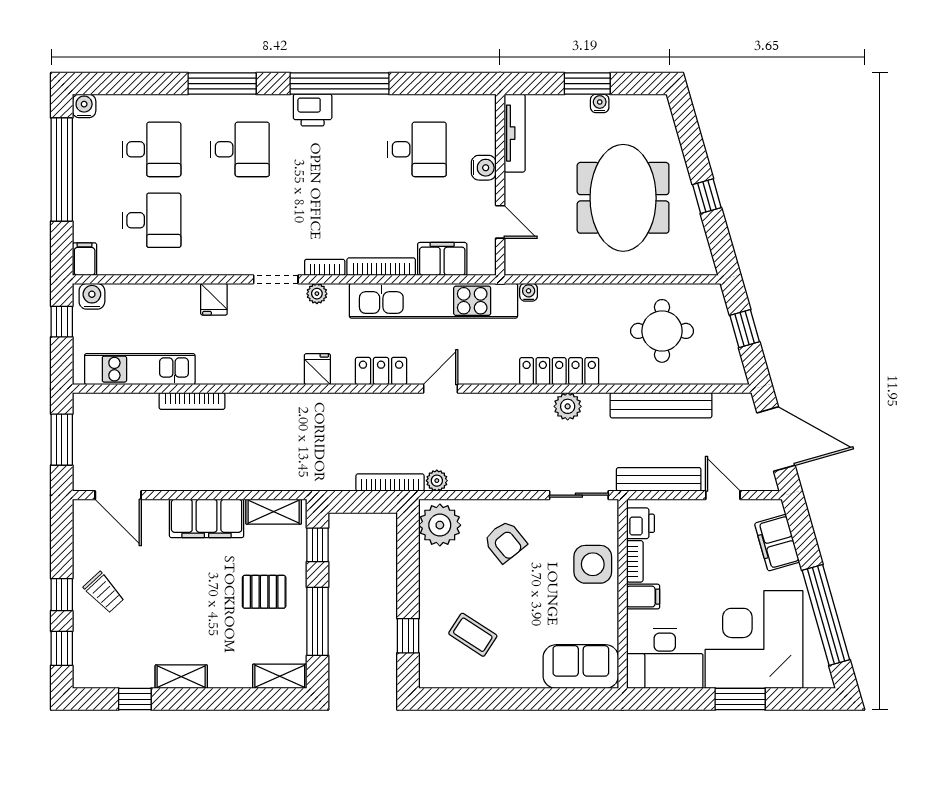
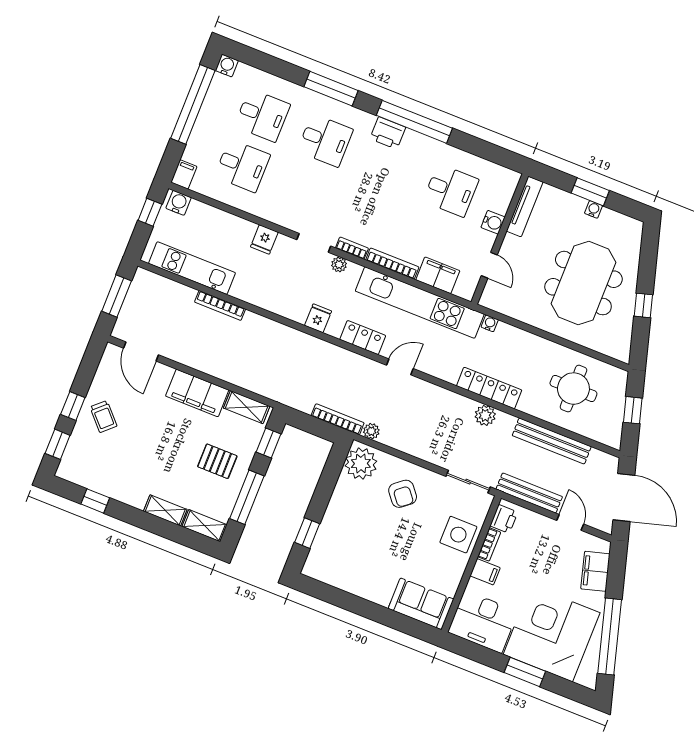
coffee table: (473, 635) -> (353, 551), removed
shelving: (181, 677) -> (165, 510), moved

